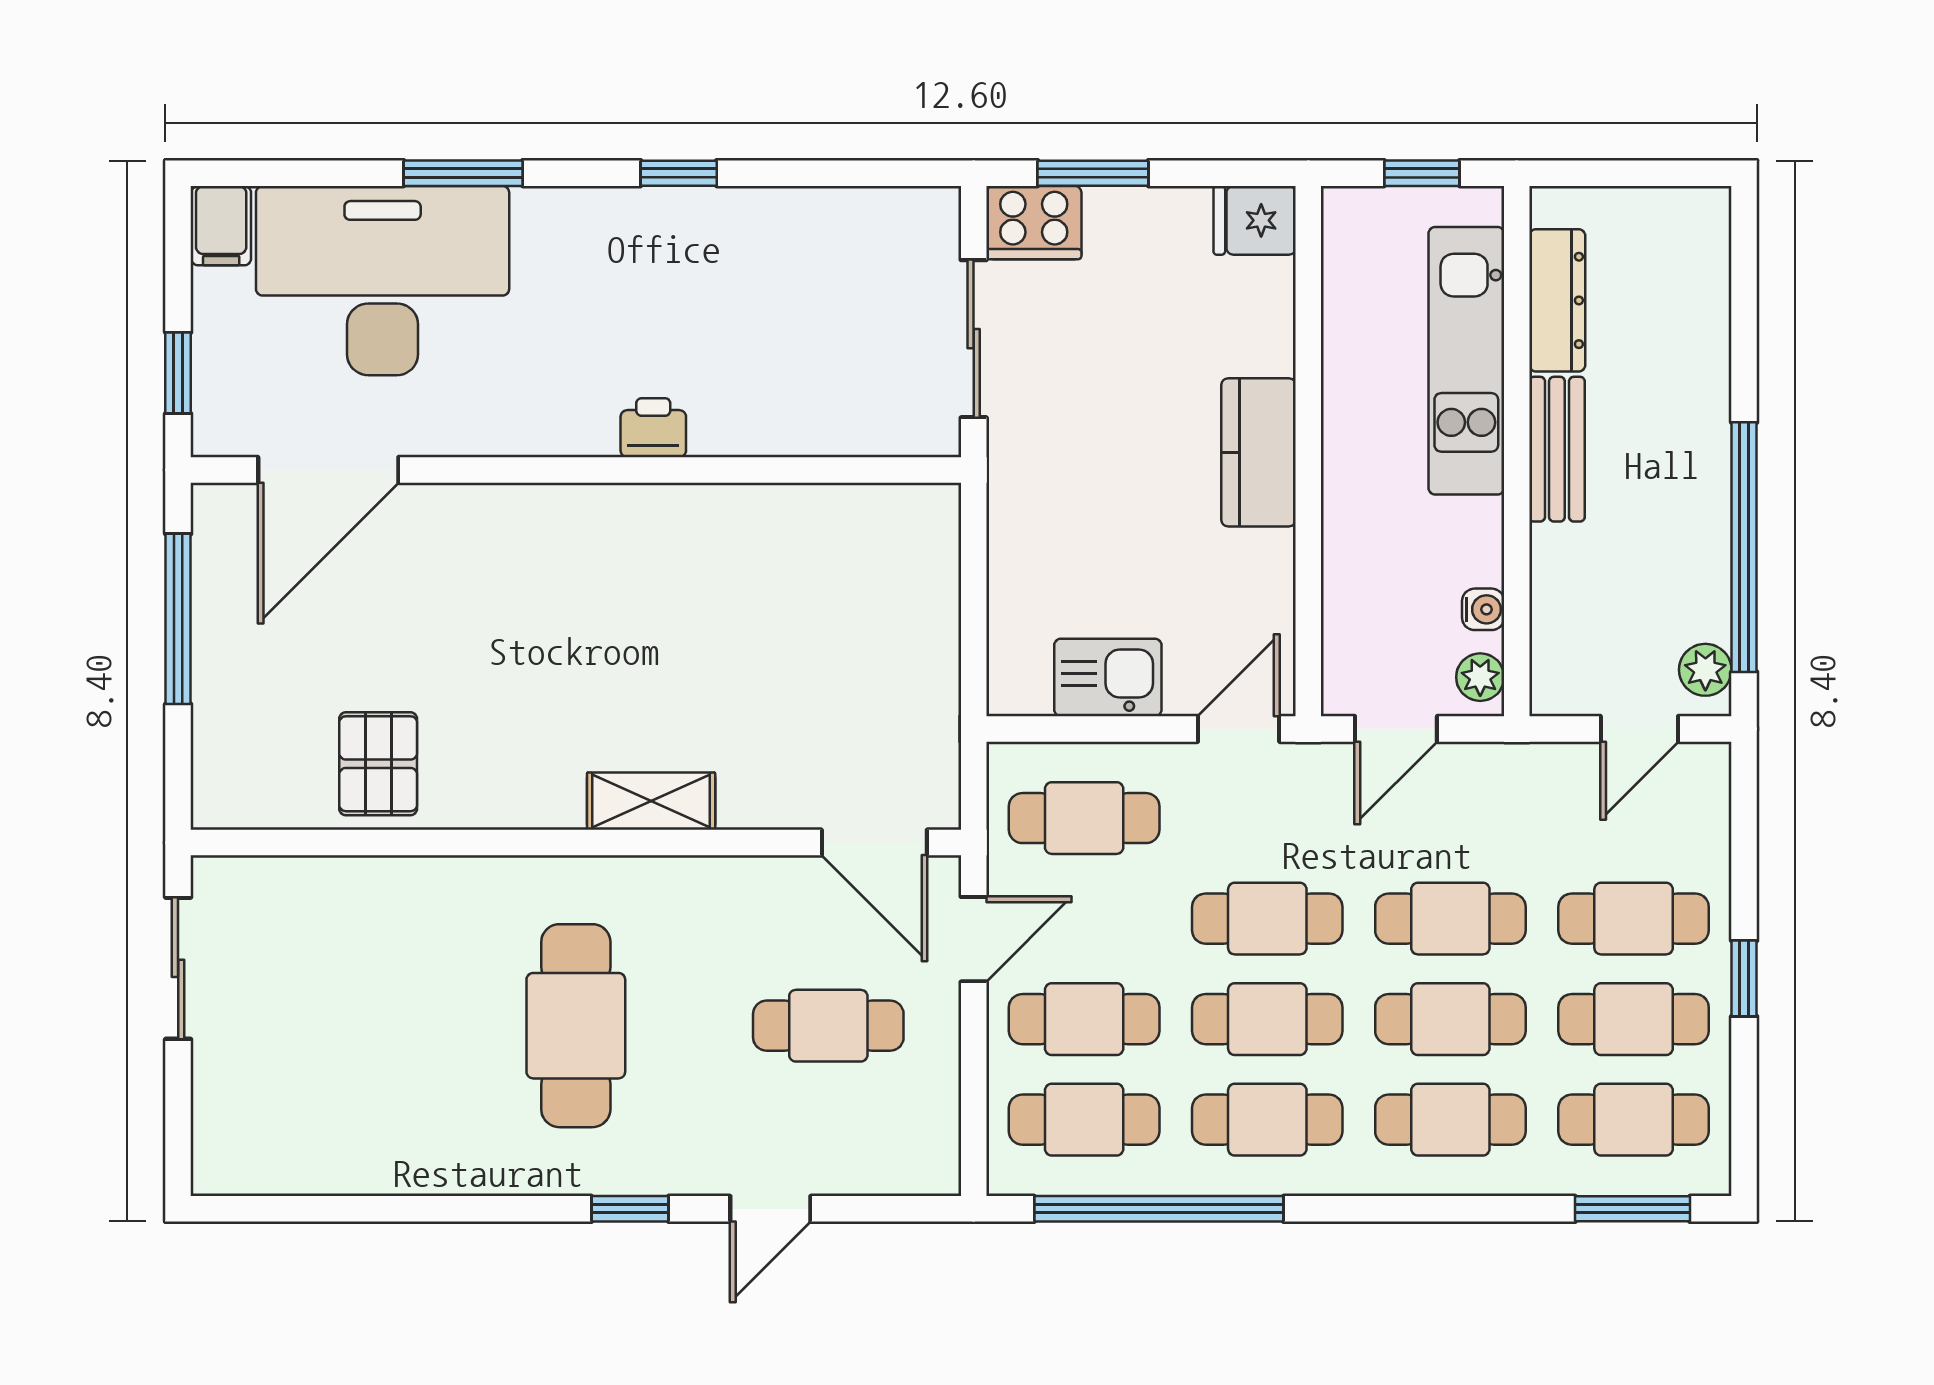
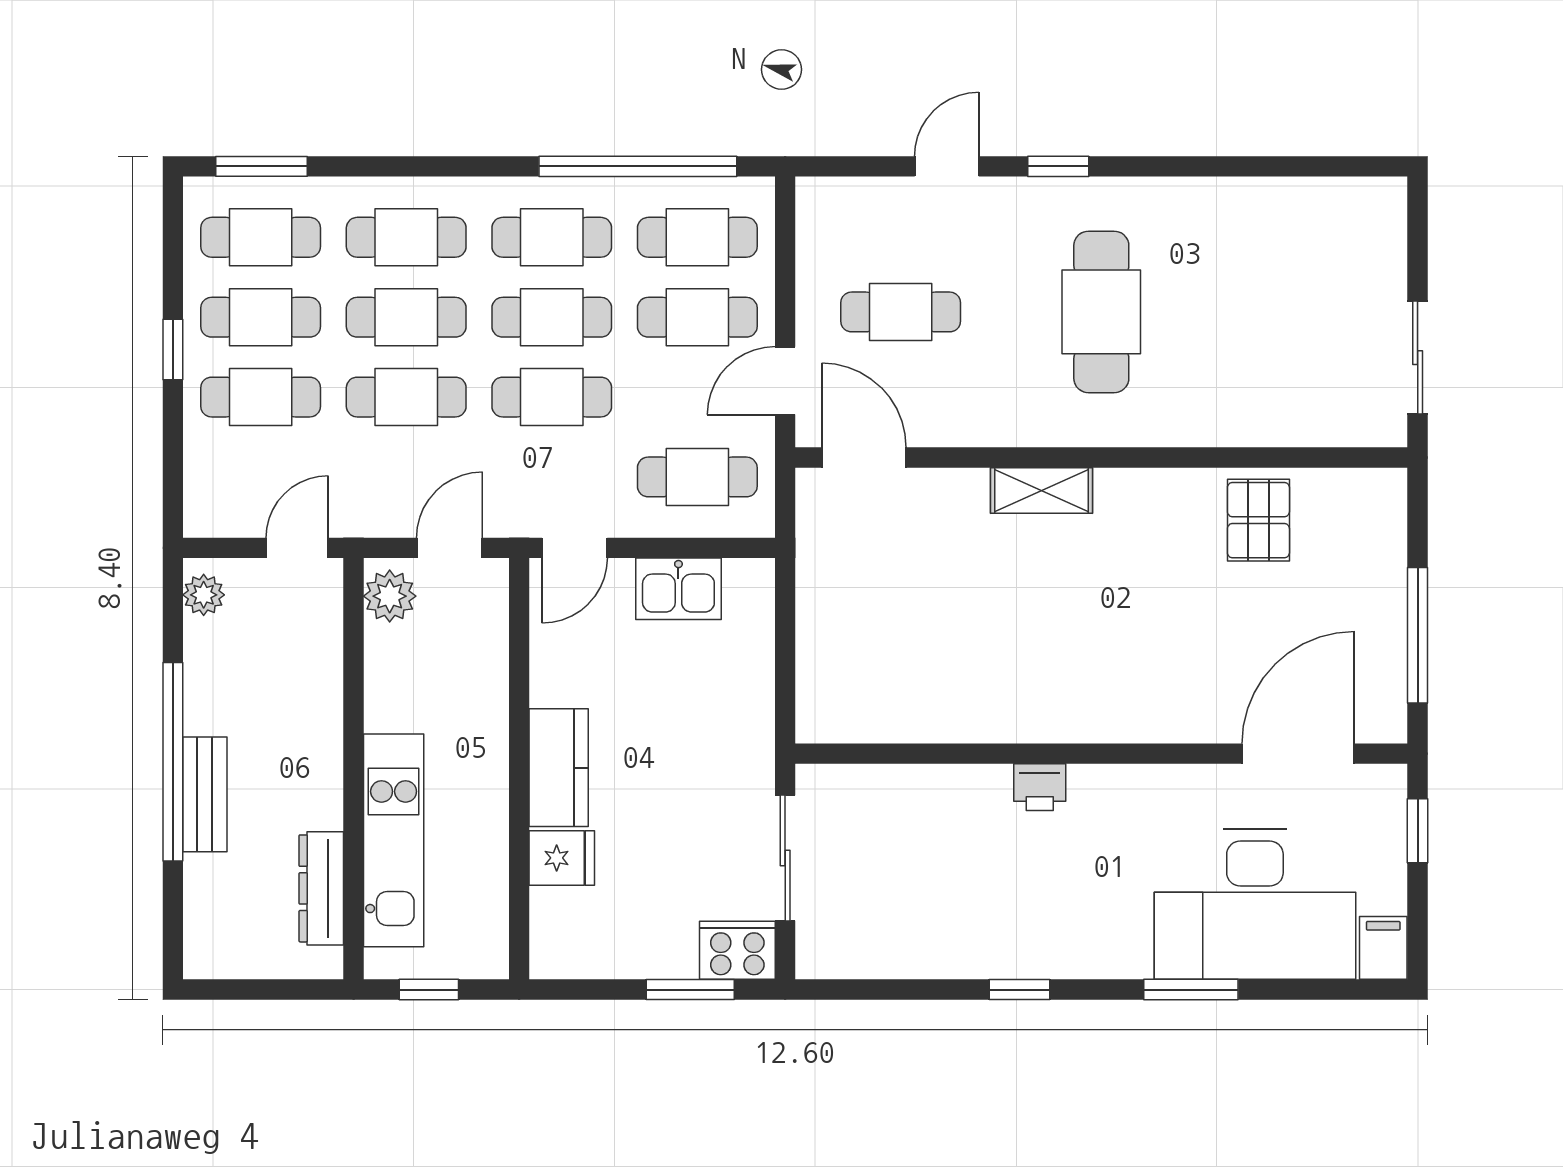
fridge: (1255, 220) -> (562, 858), moved
bench: (1557, 449) -> (205, 794), moved
window: (1744, 547) -> (173, 762), moved
water cooler: (1483, 609) -> (380, 643), removed
plant: (1480, 677) -> (390, 596), width x1.38, depth x1.38
door: (1639, 729) -> (297, 548), moved

